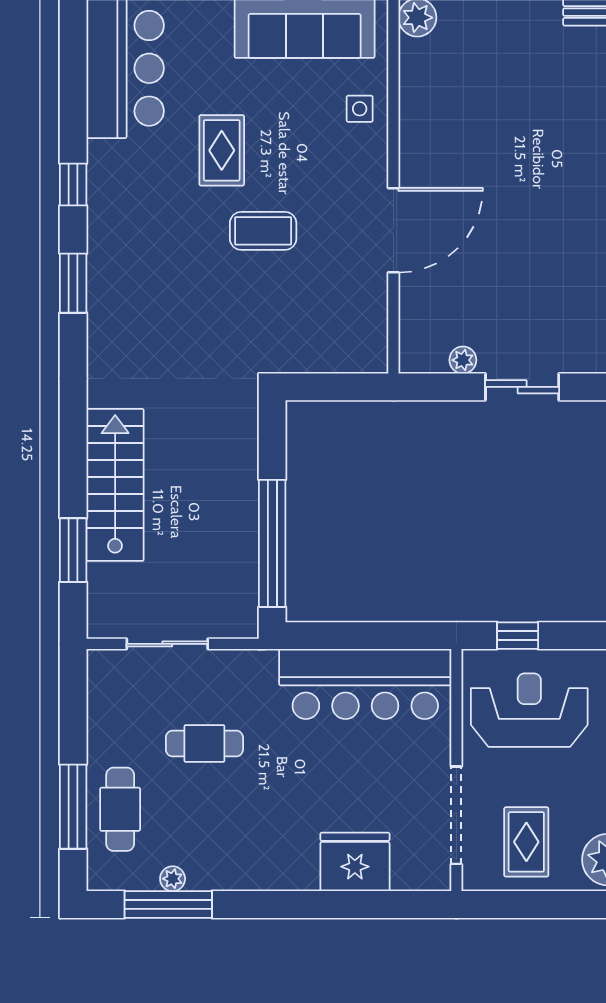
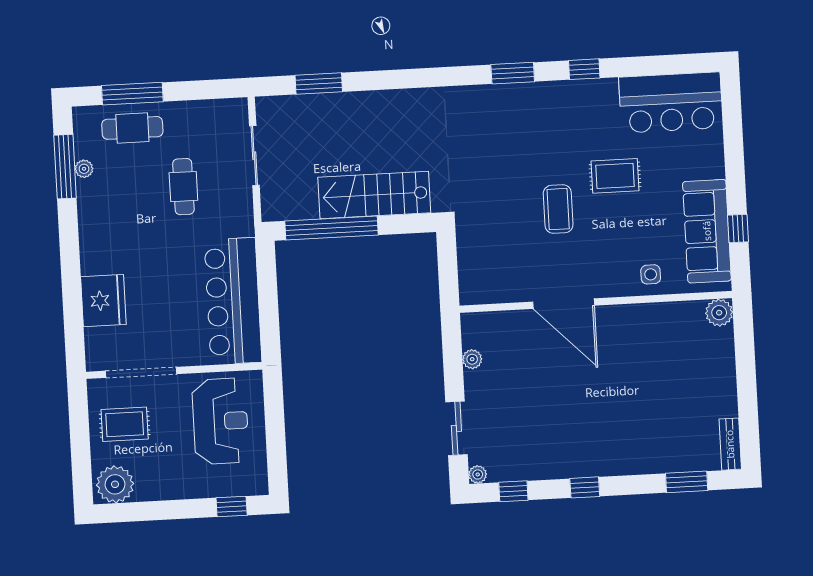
sliding door: (522, 387) -> (456, 428), moved
stairs: (115, 485) -> (374, 195), moved, turned 180
window: (518, 636) -> (274, 410), removed

